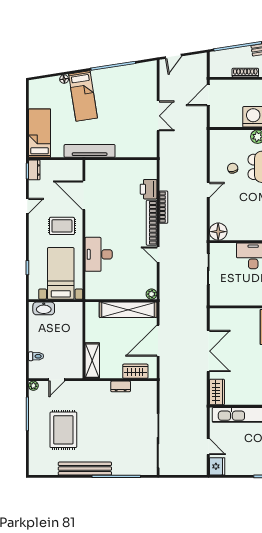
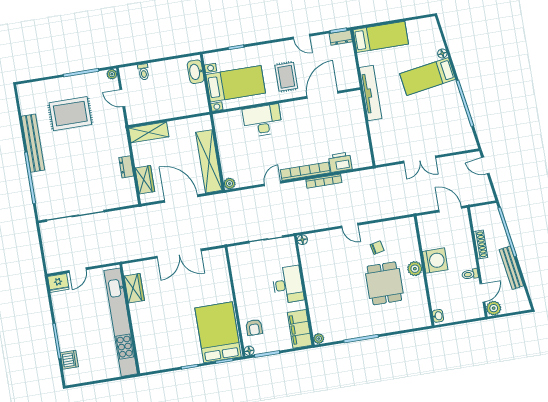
floor lamp: (218, 232) -> (302, 240), width x0.53, depth x0.53
wardrobe: (217, 392) -> (134, 288), moved, turned -90

